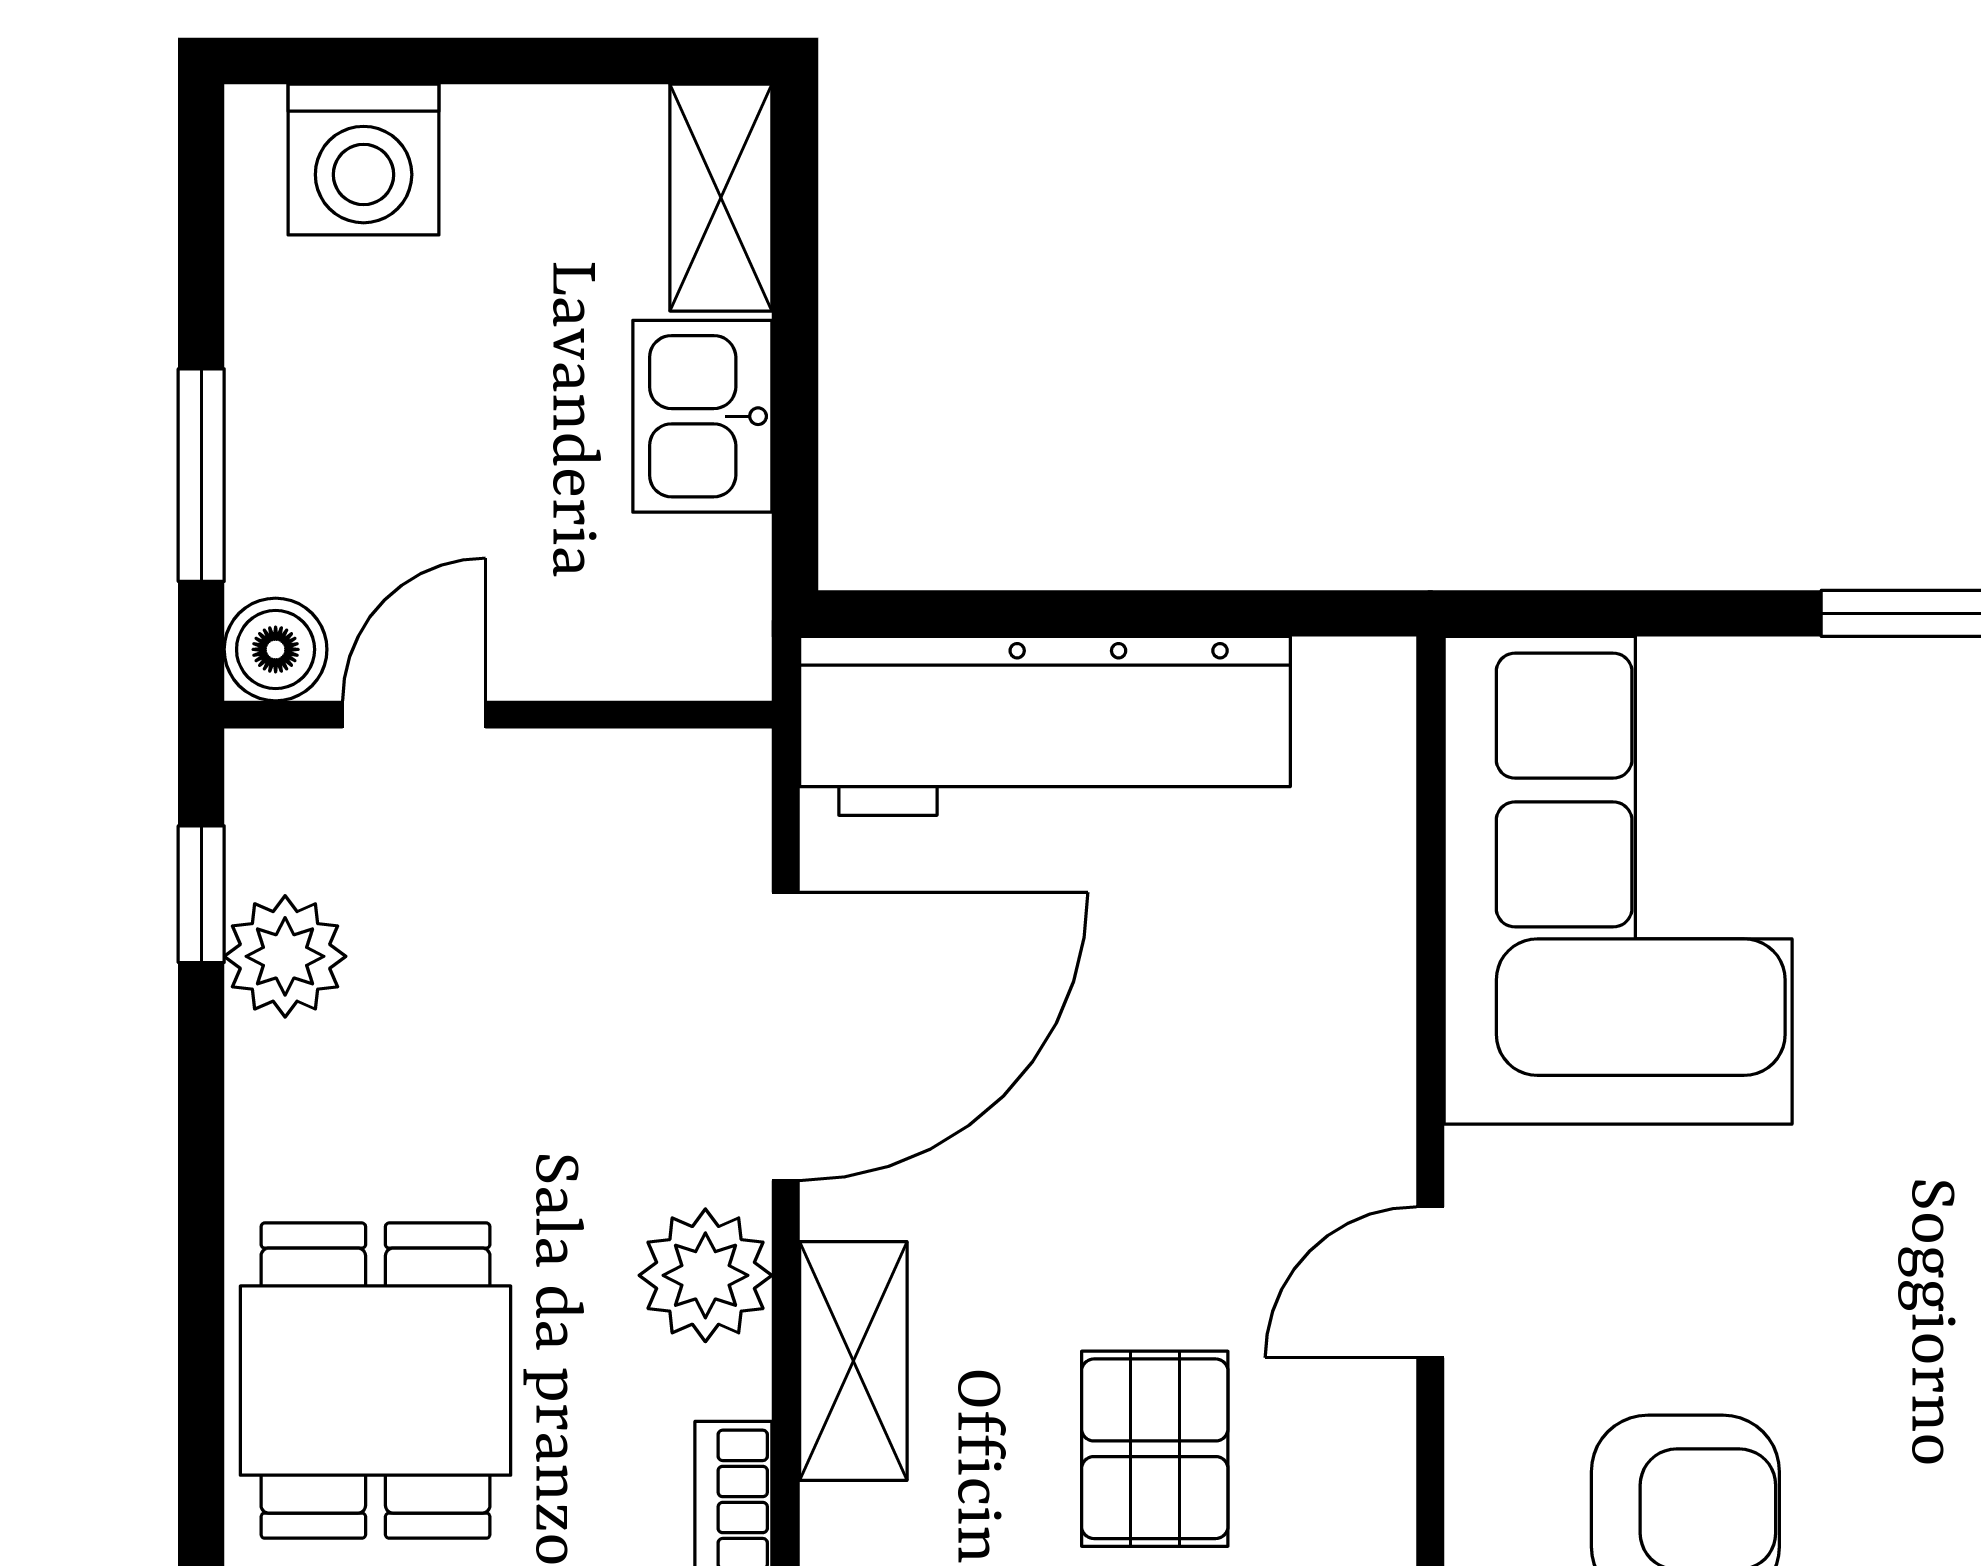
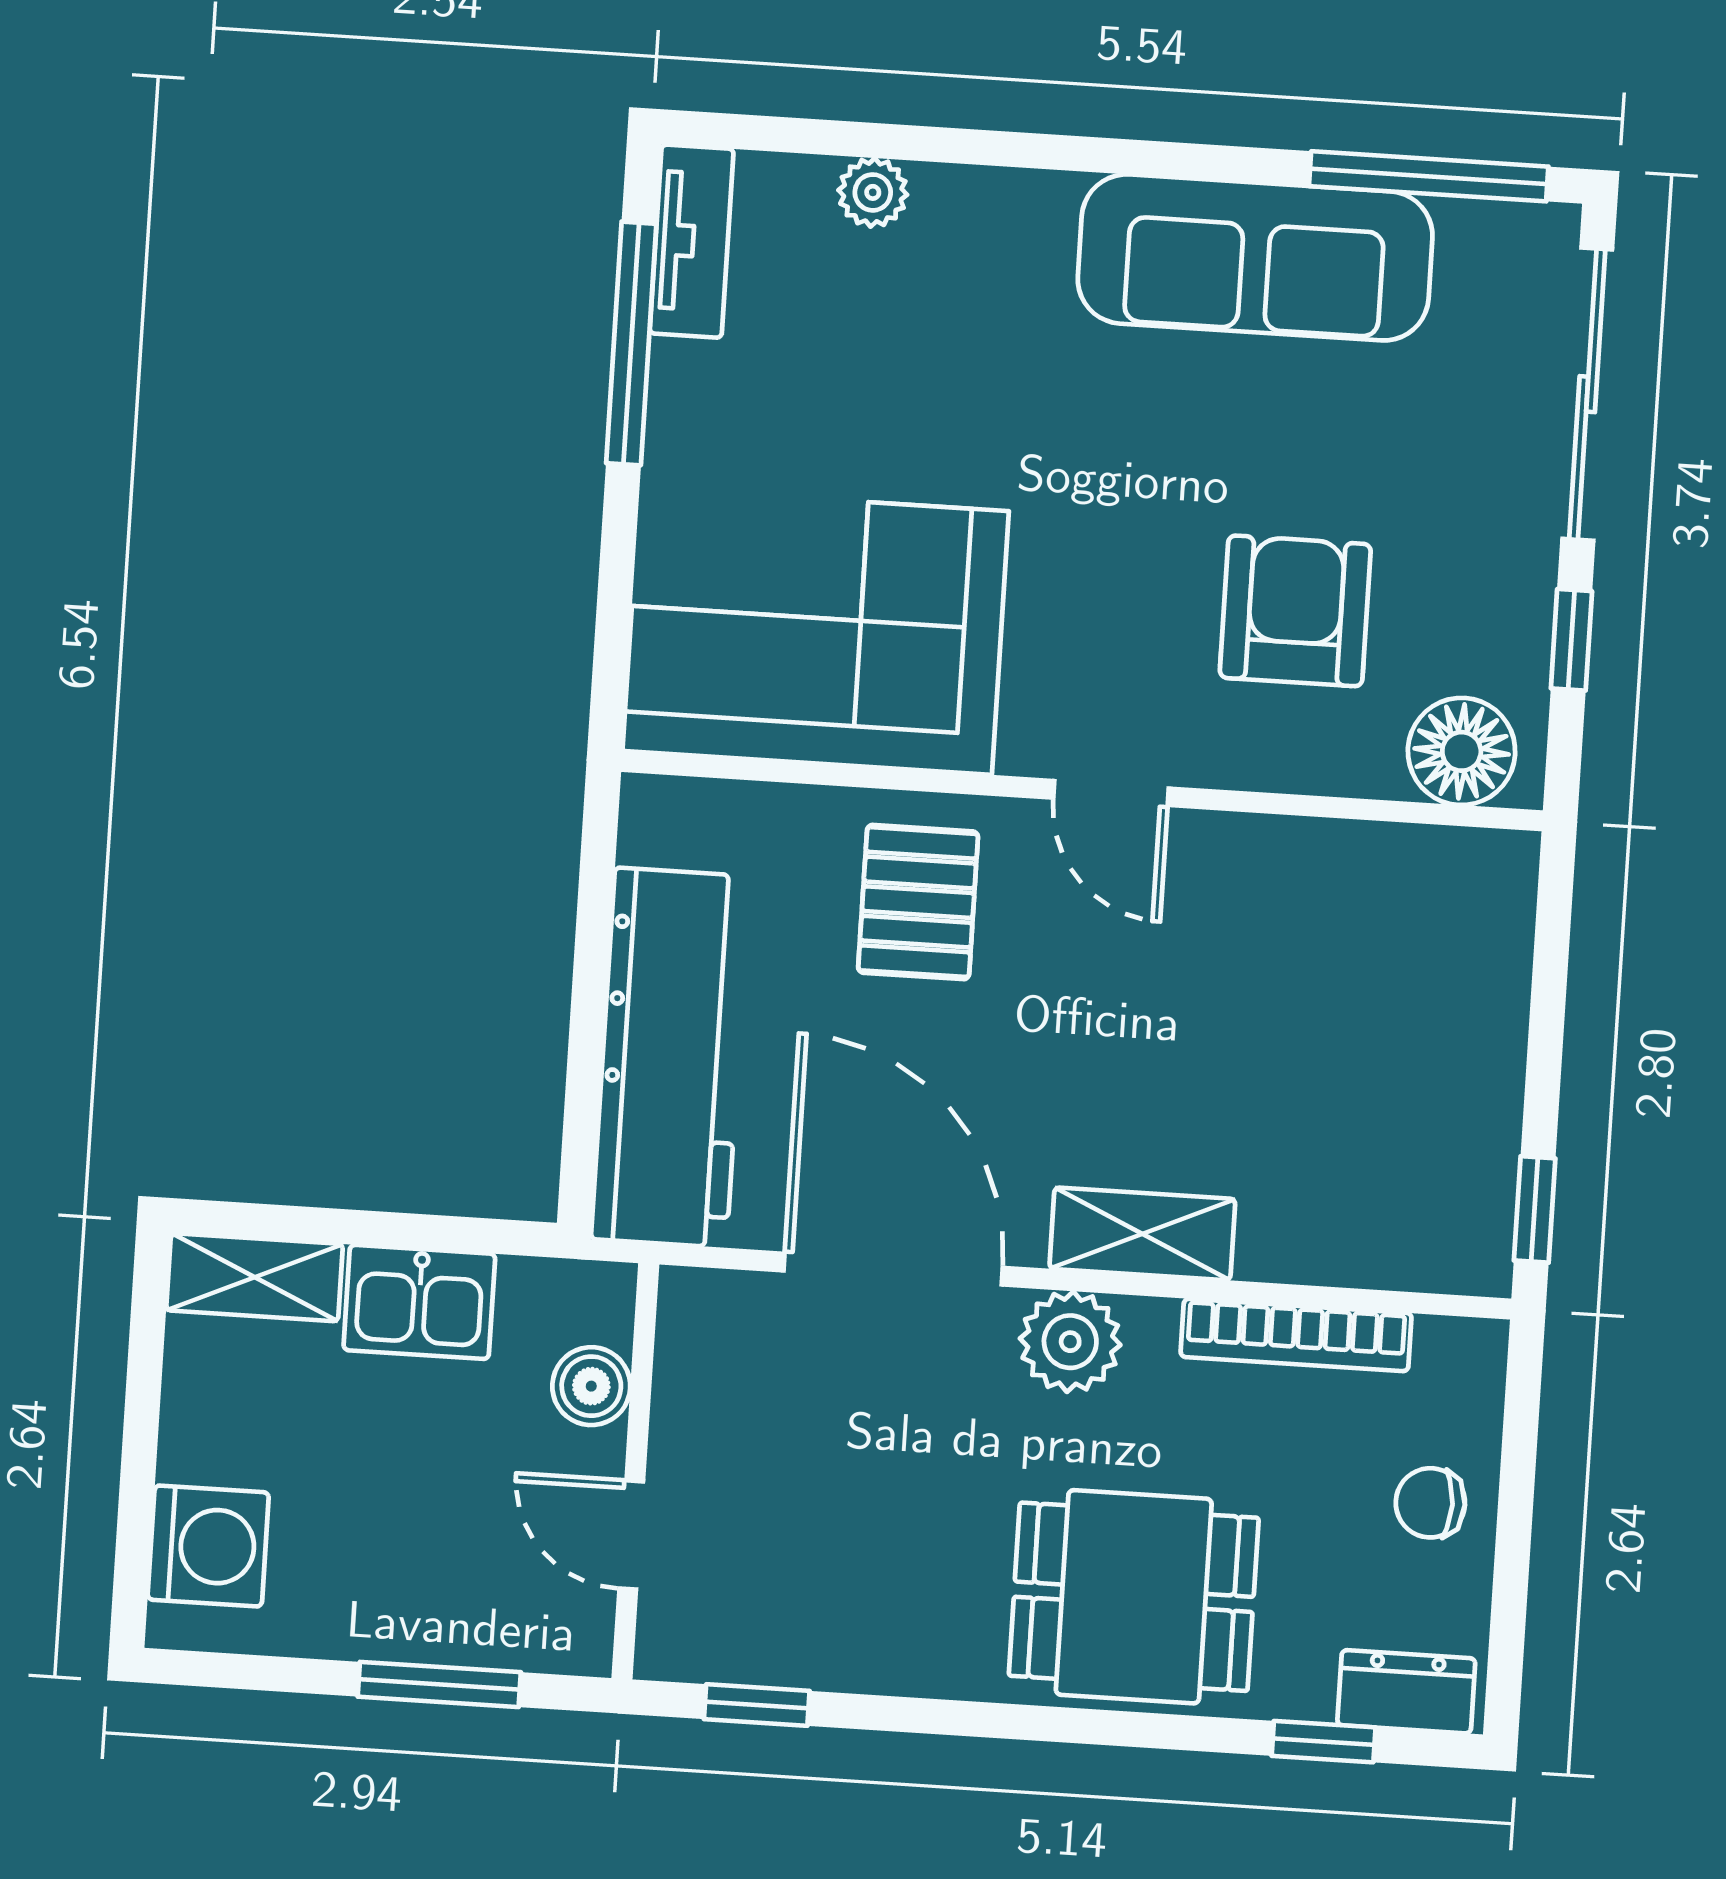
boiler: (276, 649) -> (591, 1386), moved
plant: (285, 956) -> (808, 1644), removed
pallet: (1155, 1449) -> (918, 902), moved, turned 90

